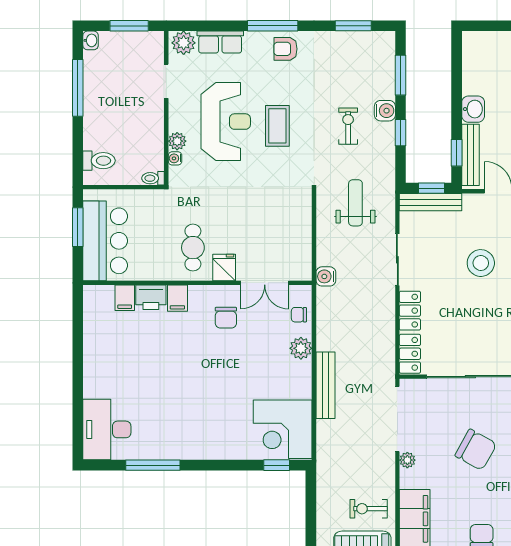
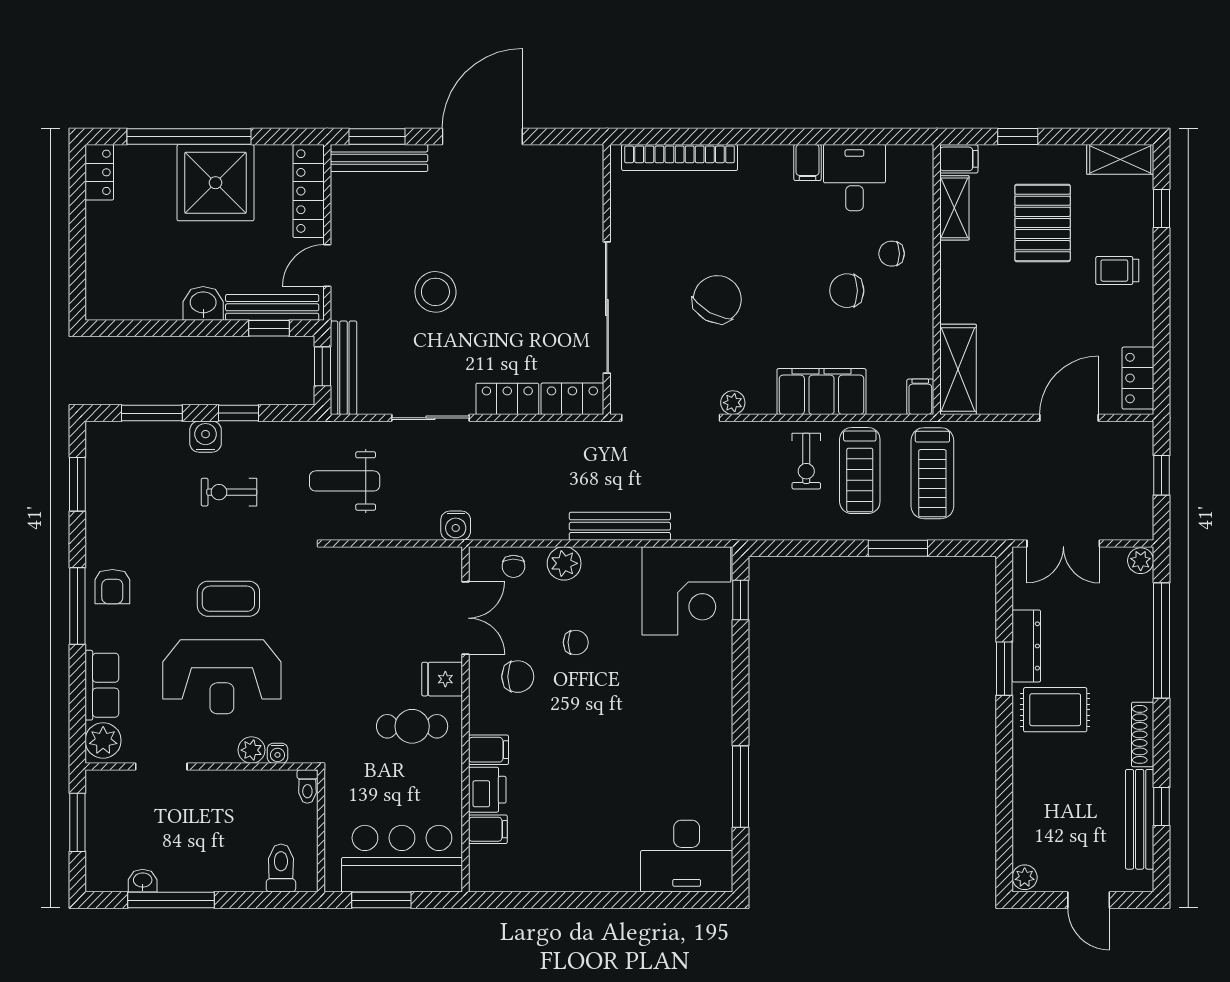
washbasin: (91, 40) -> (143, 881), moved
reception desk: (226, 122) -> (222, 677), turned 180
chair: (248, 356) -> (576, 642), added

